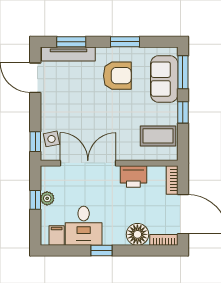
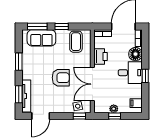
armchair: (117, 76) -> (61, 78), moved, turned 90
desk: (84, 226) -> (130, 73), moved

